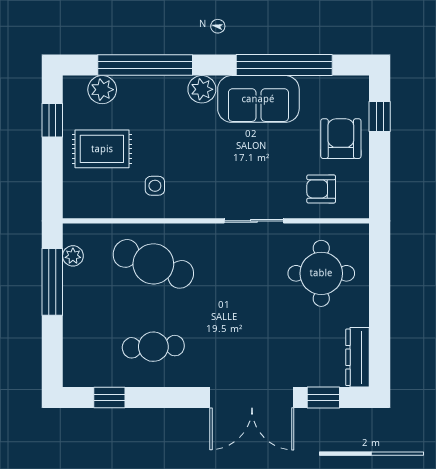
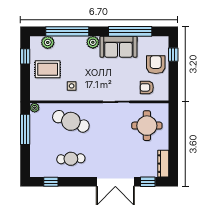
plant: (73, 256) -> (35, 108), moved

